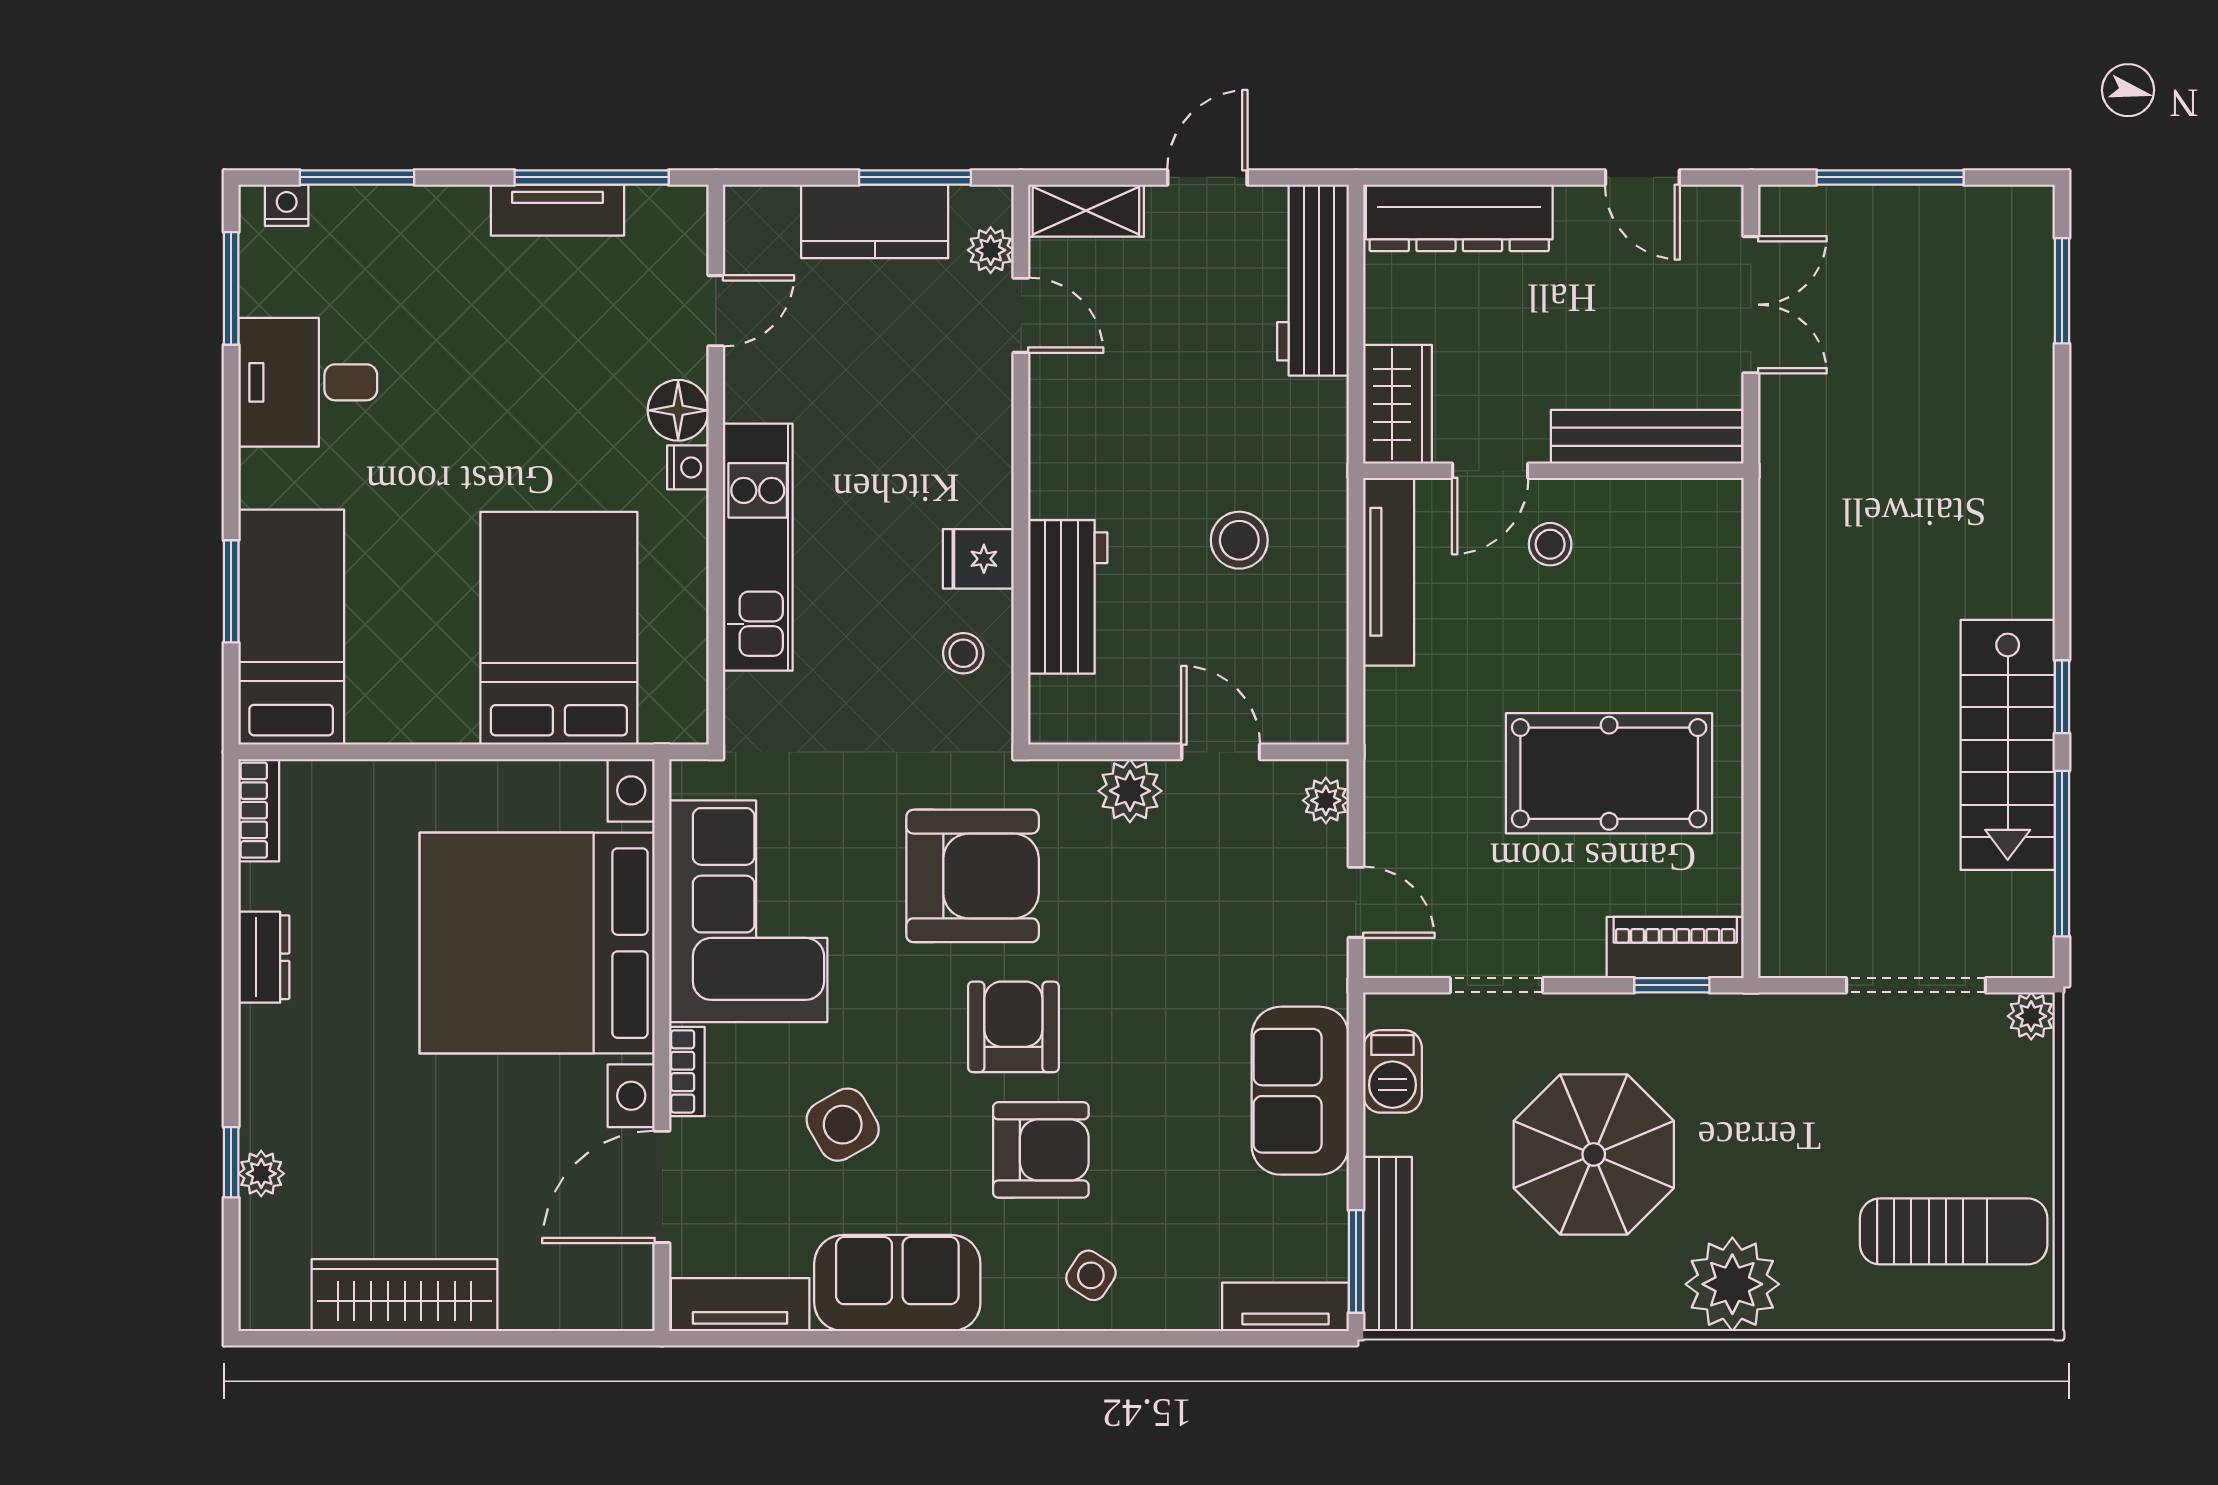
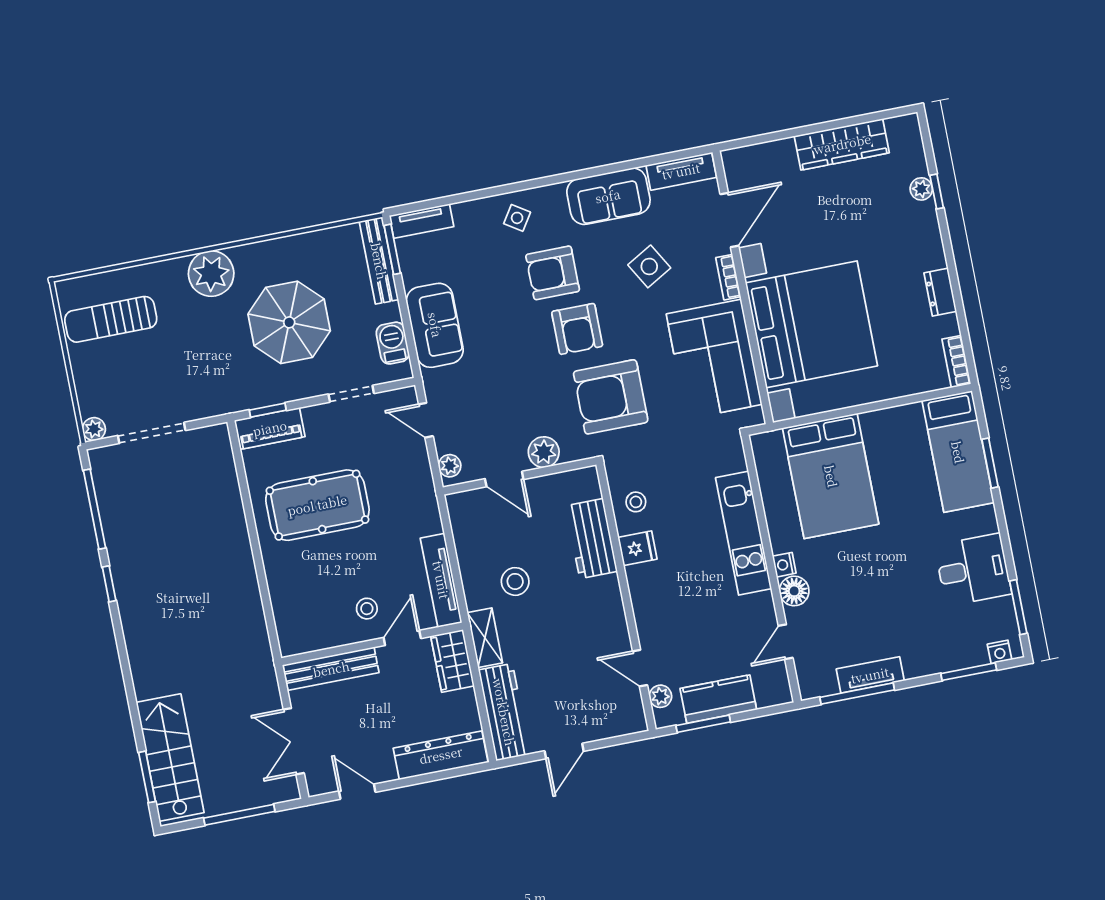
shelving: (1086, 211) -> (485, 638), moved, turned 90
stairs: (2008, 745) -> (170, 758), moved

